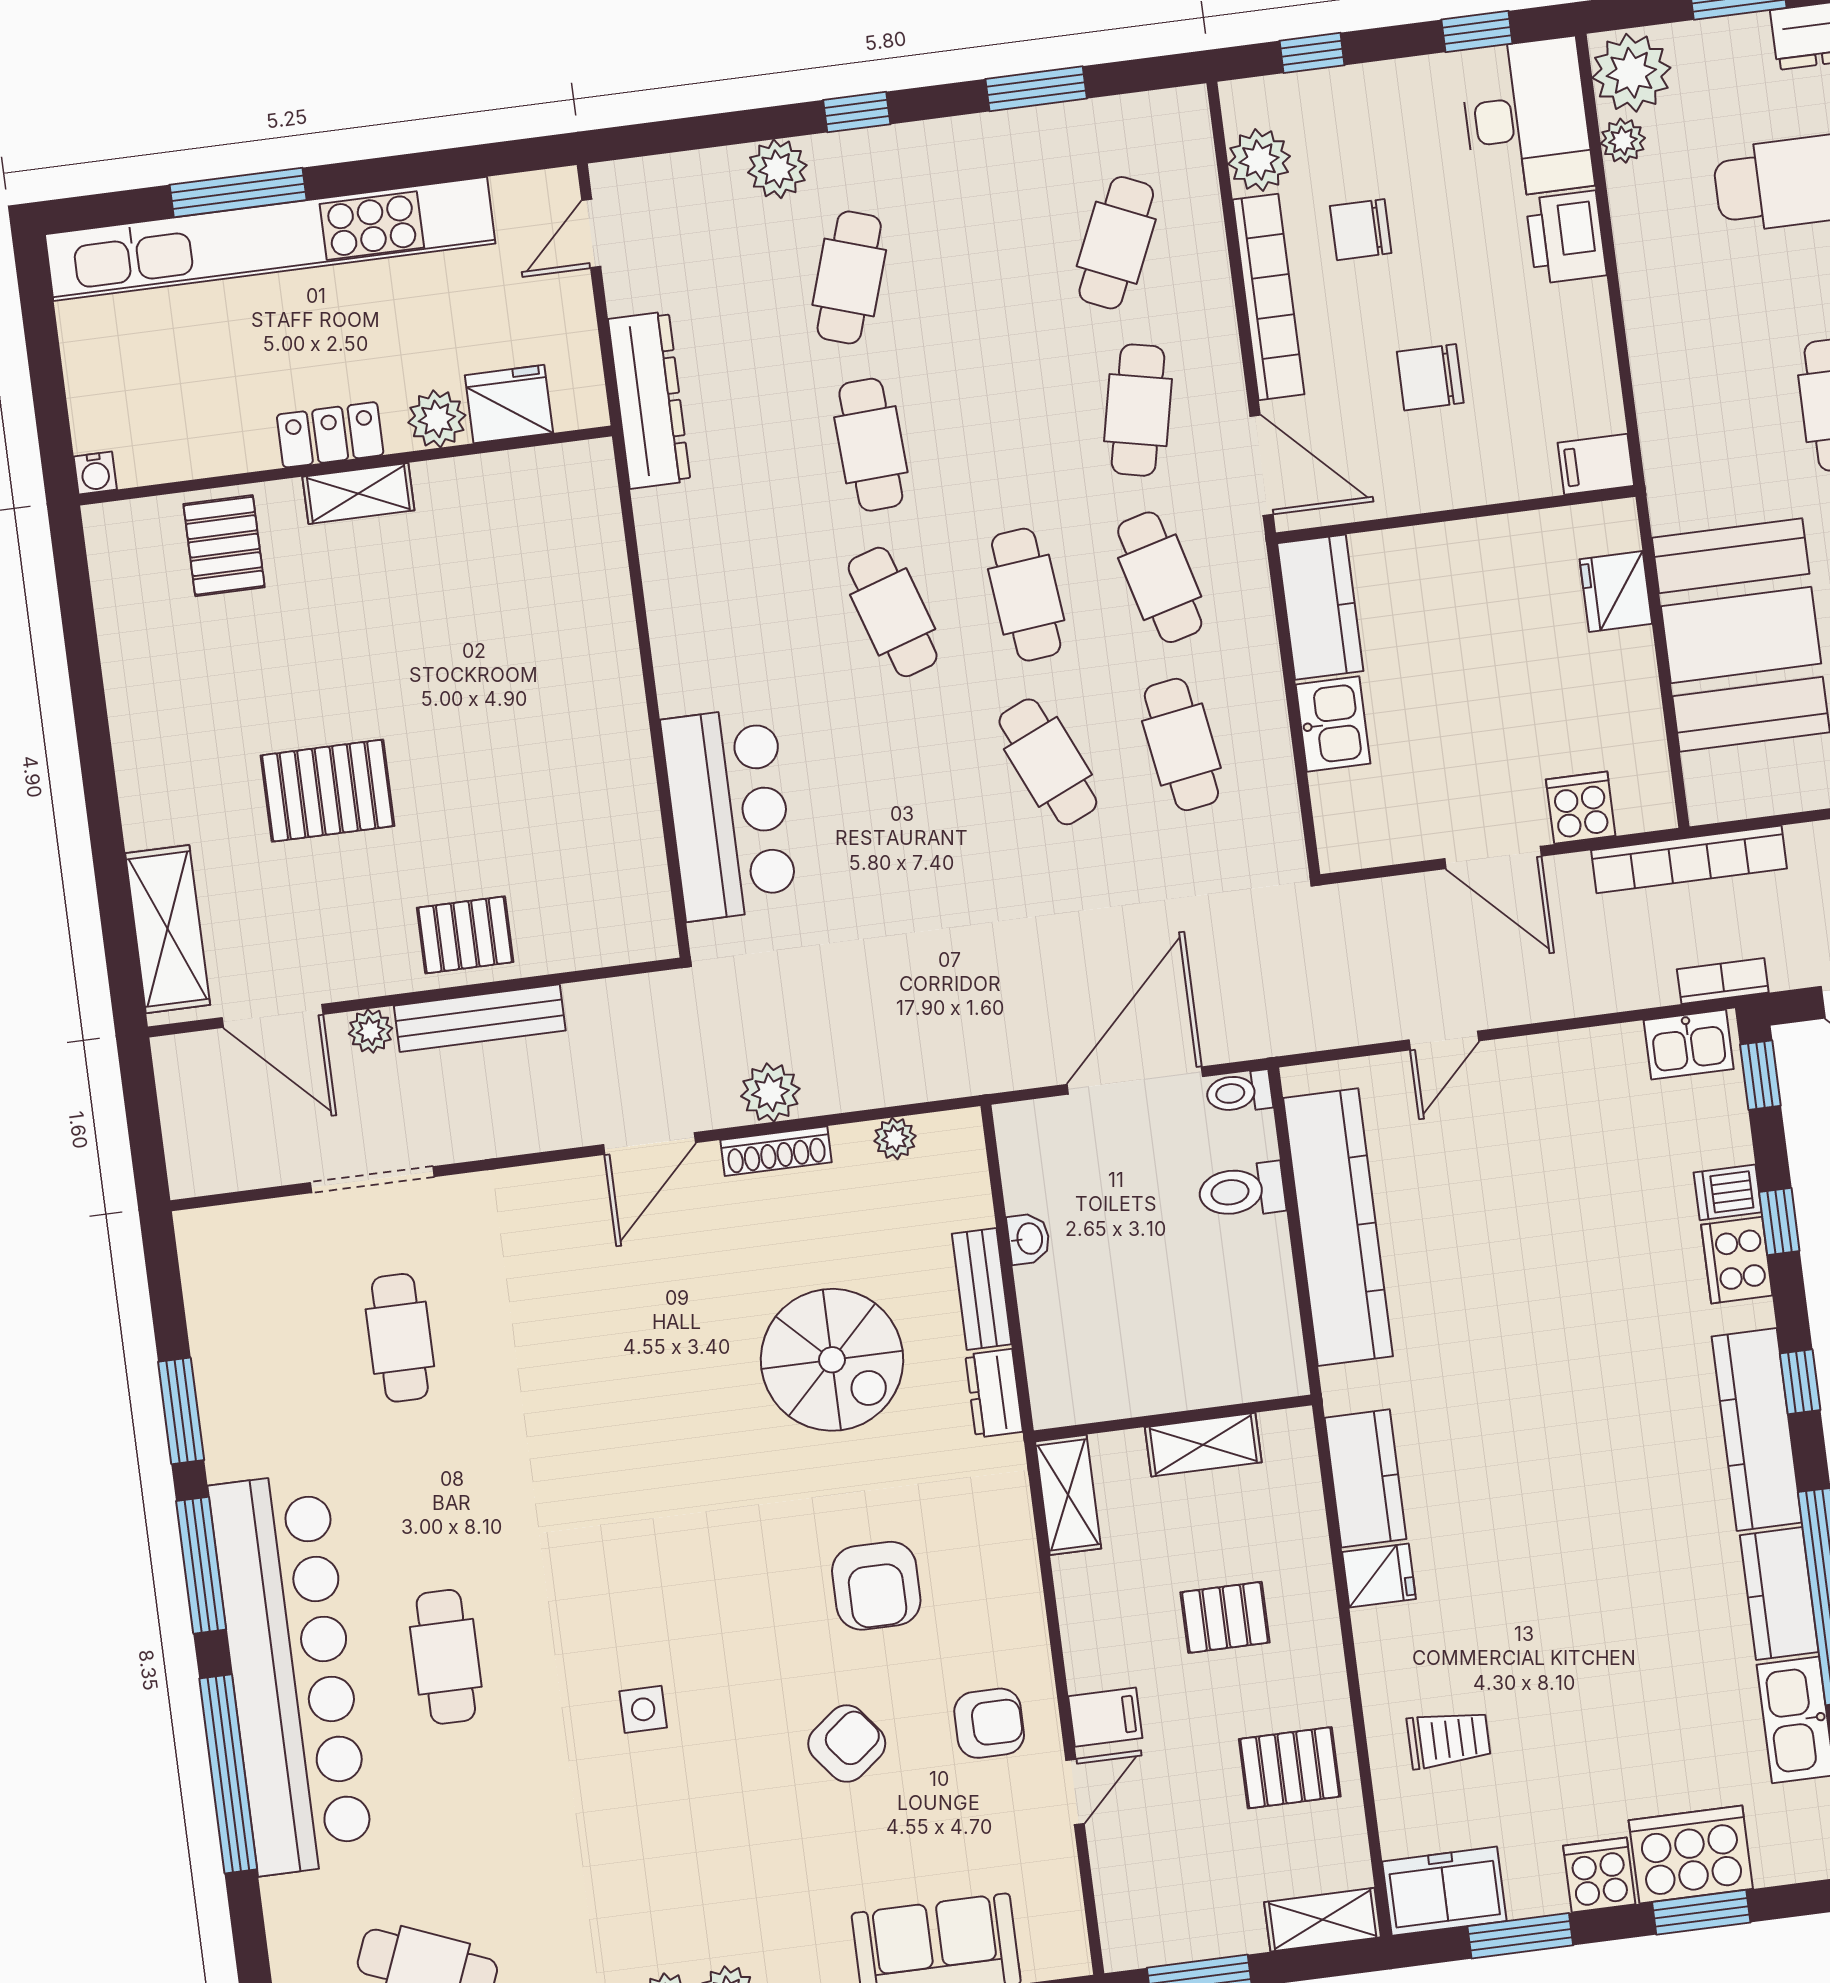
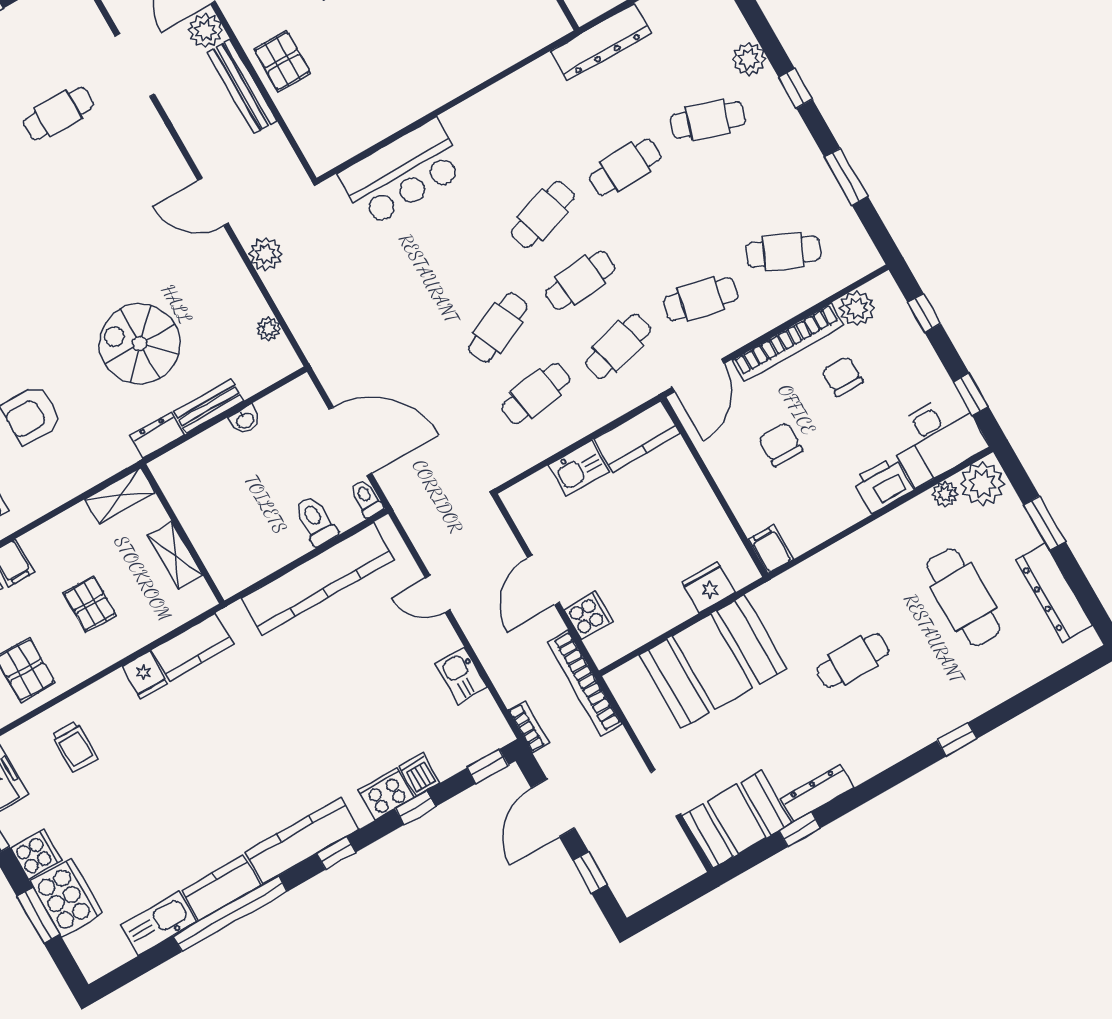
plant: (371, 1031) -> (205, 31), width x1.38, depth x1.38
kitchen sink: (1689, 1045) -> (461, 676), moved
shoe rack: (776, 1151) -> (236, 270), removed
spiral stairs: (832, 1360) -> (140, 344), turned 90

